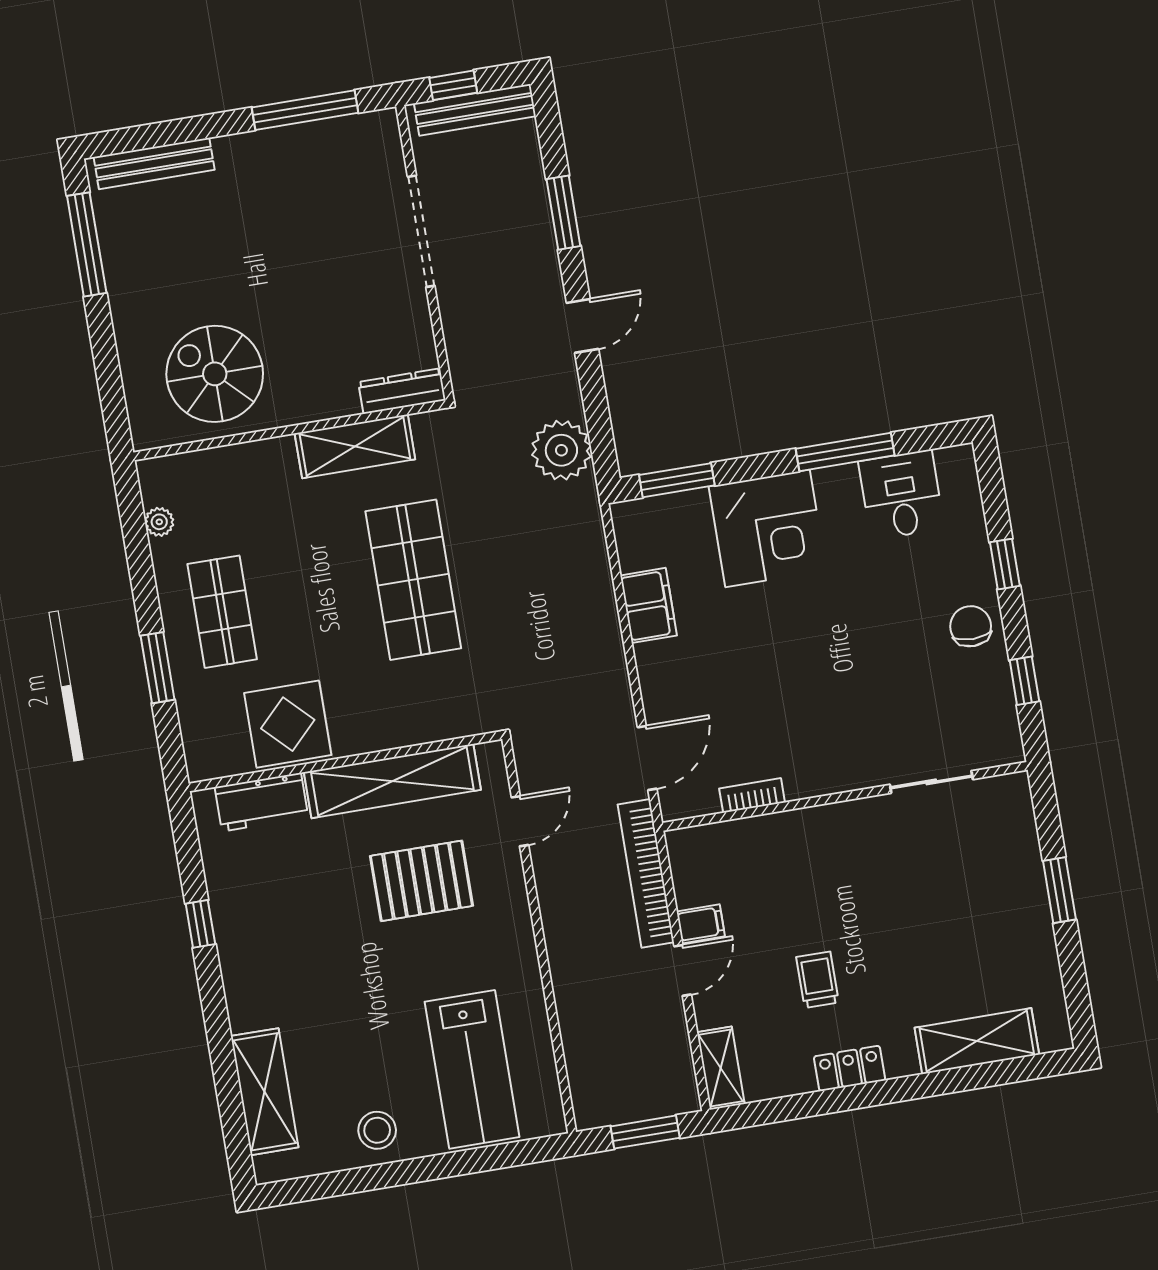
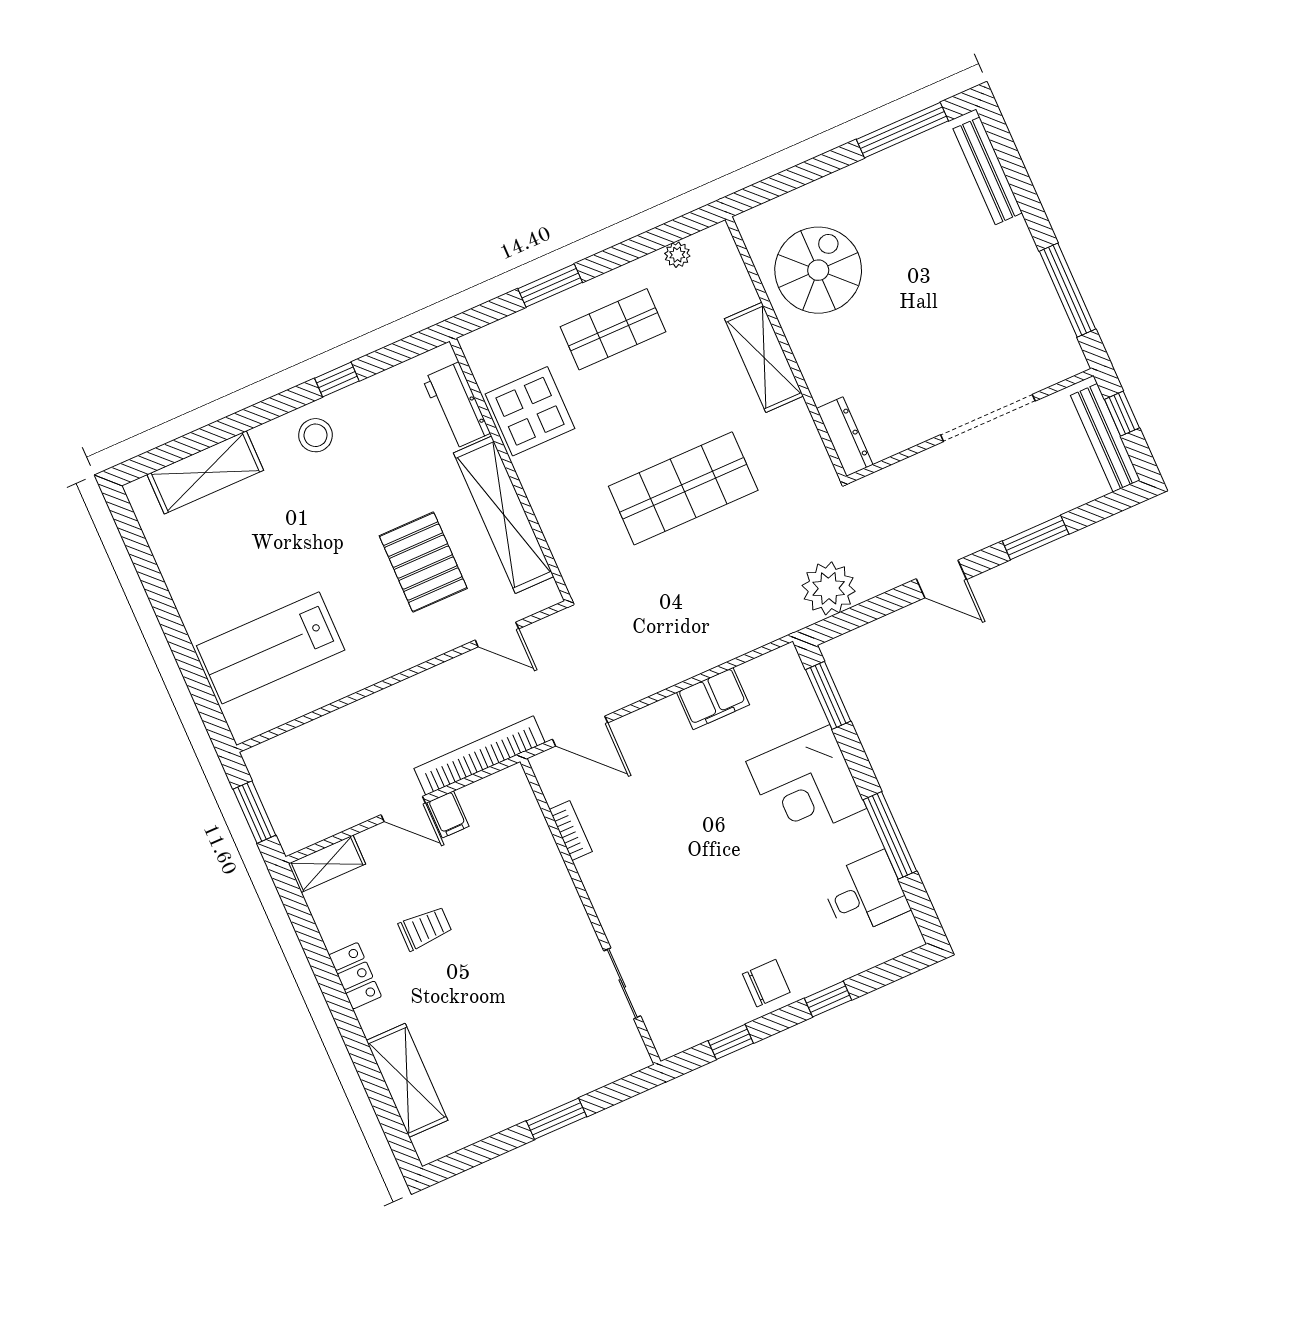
shelving: (355, 446) -> (764, 357), moved
stool: (377, 1130) -> (316, 435), moved

